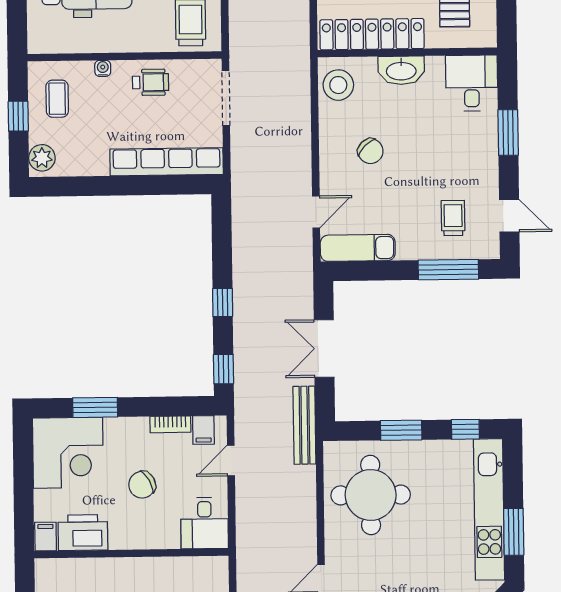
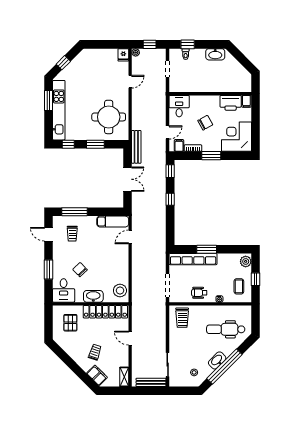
chair: (370, 151) -> (80, 270), moved
window: (135, 185) -> (207, 249), added
window: (95, 407) -> (211, 156), moved

